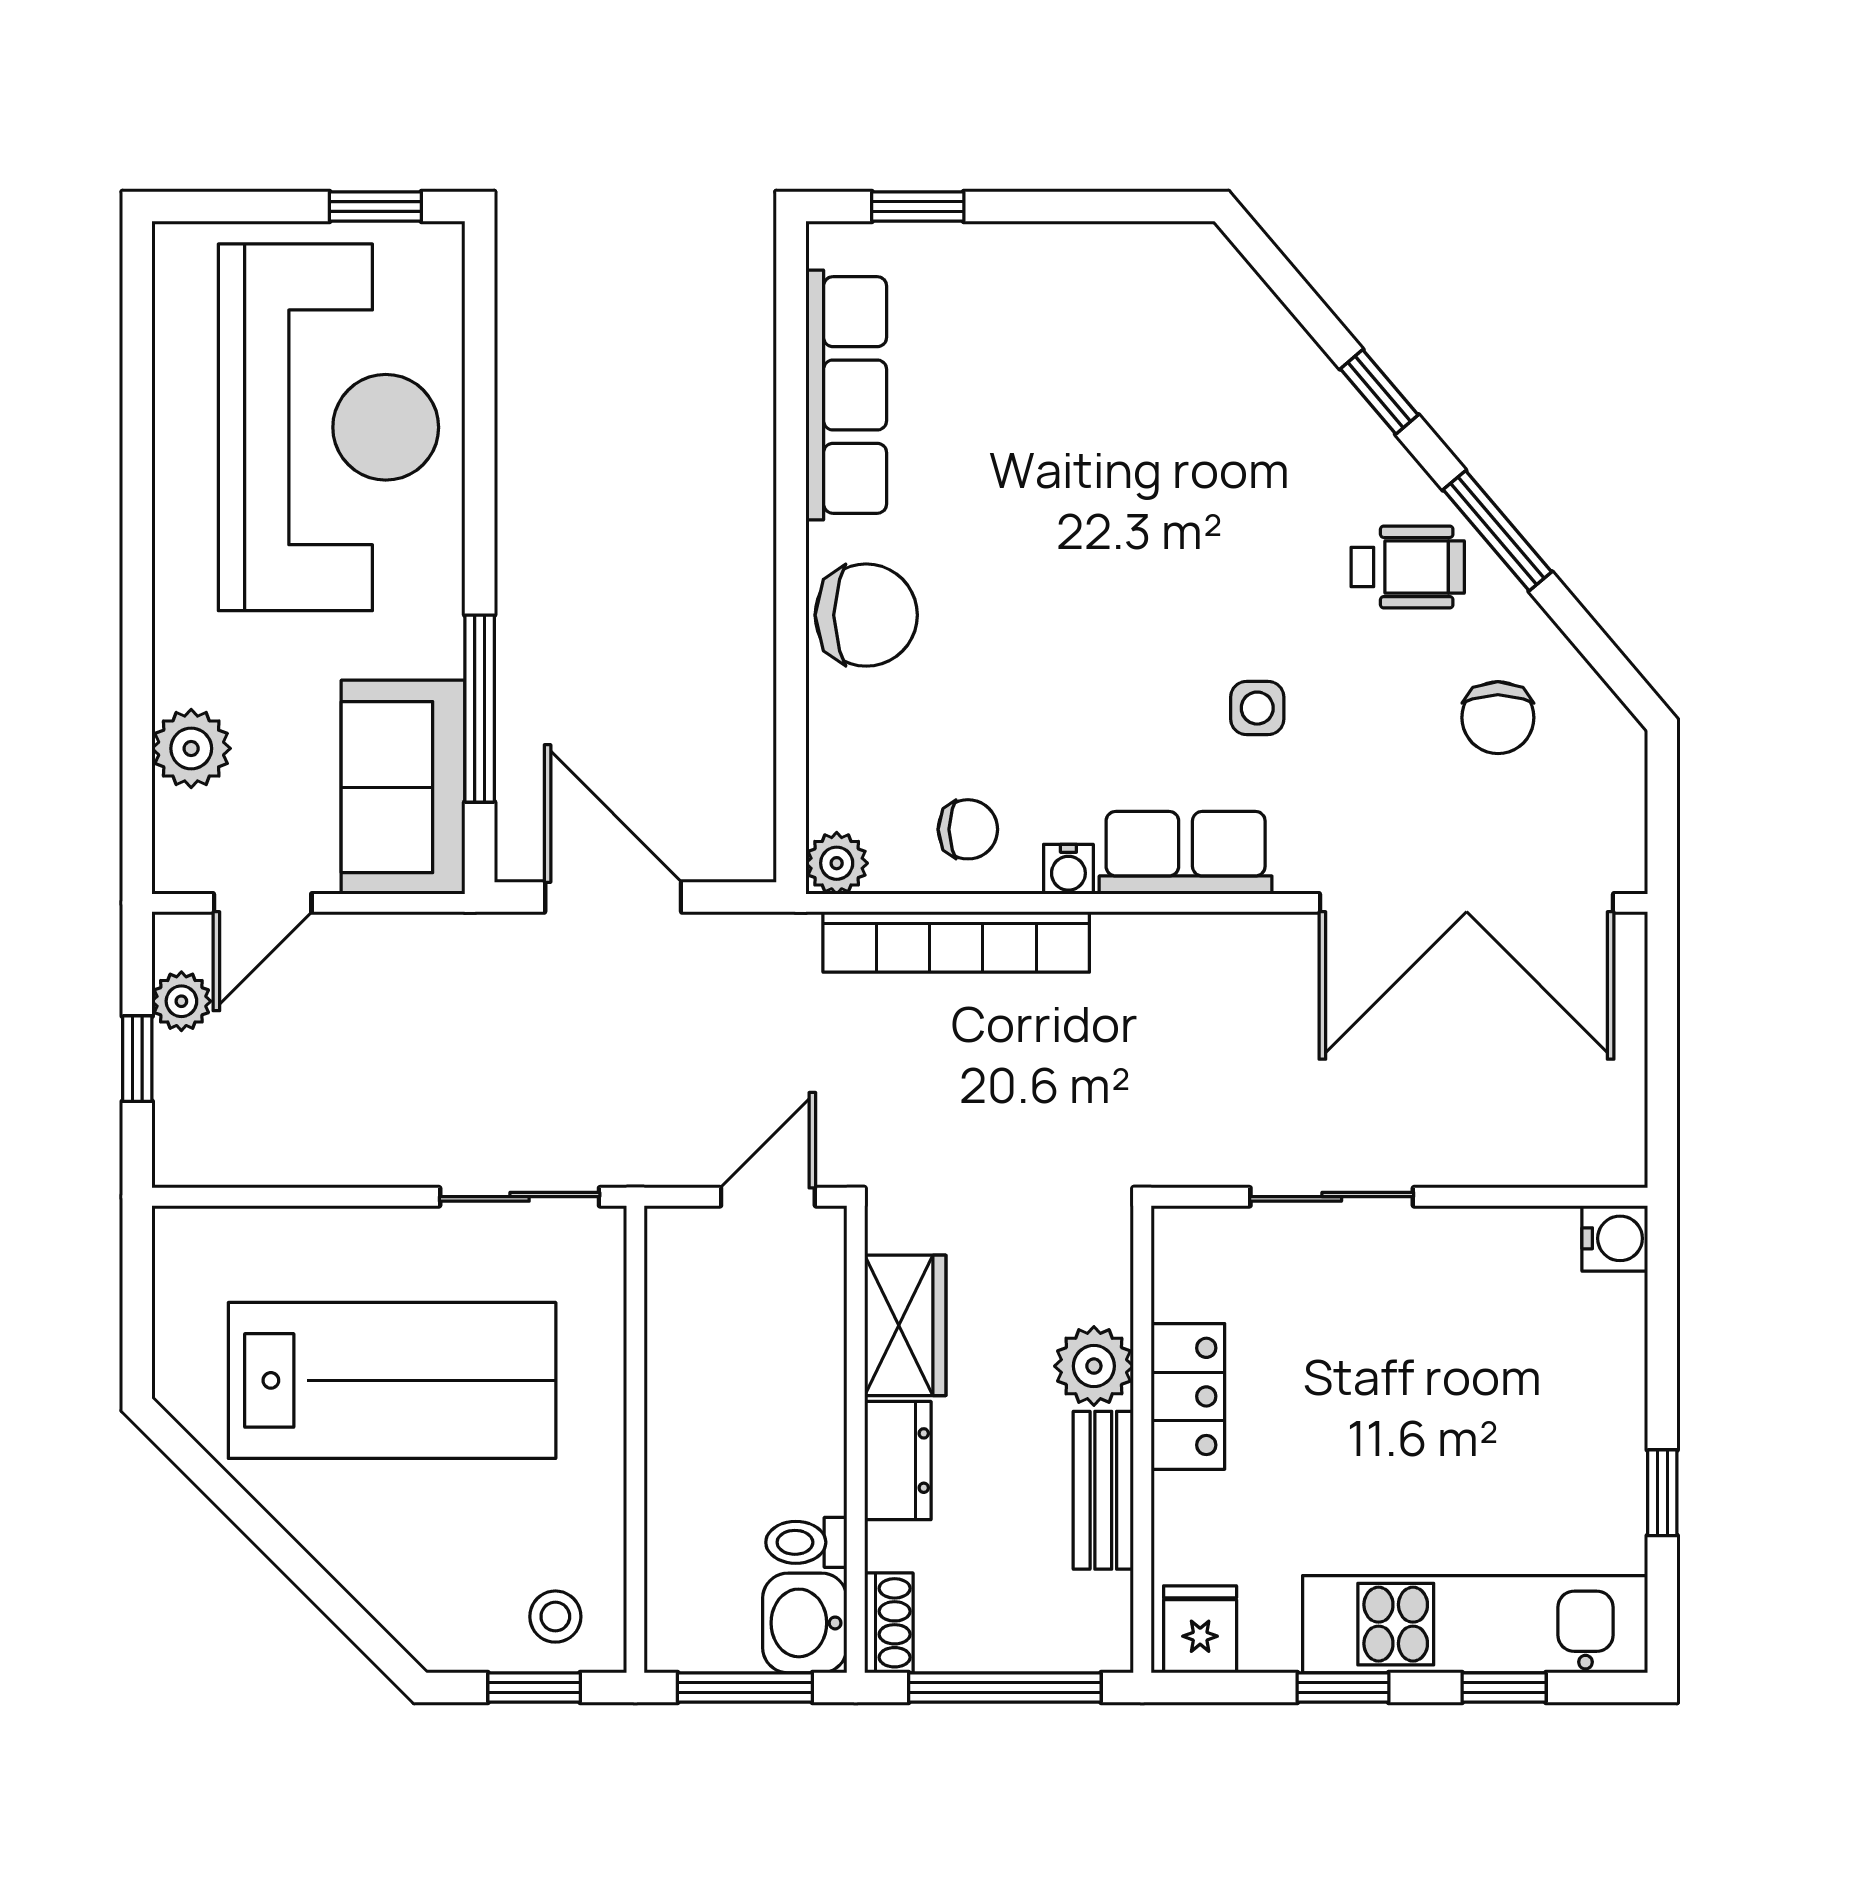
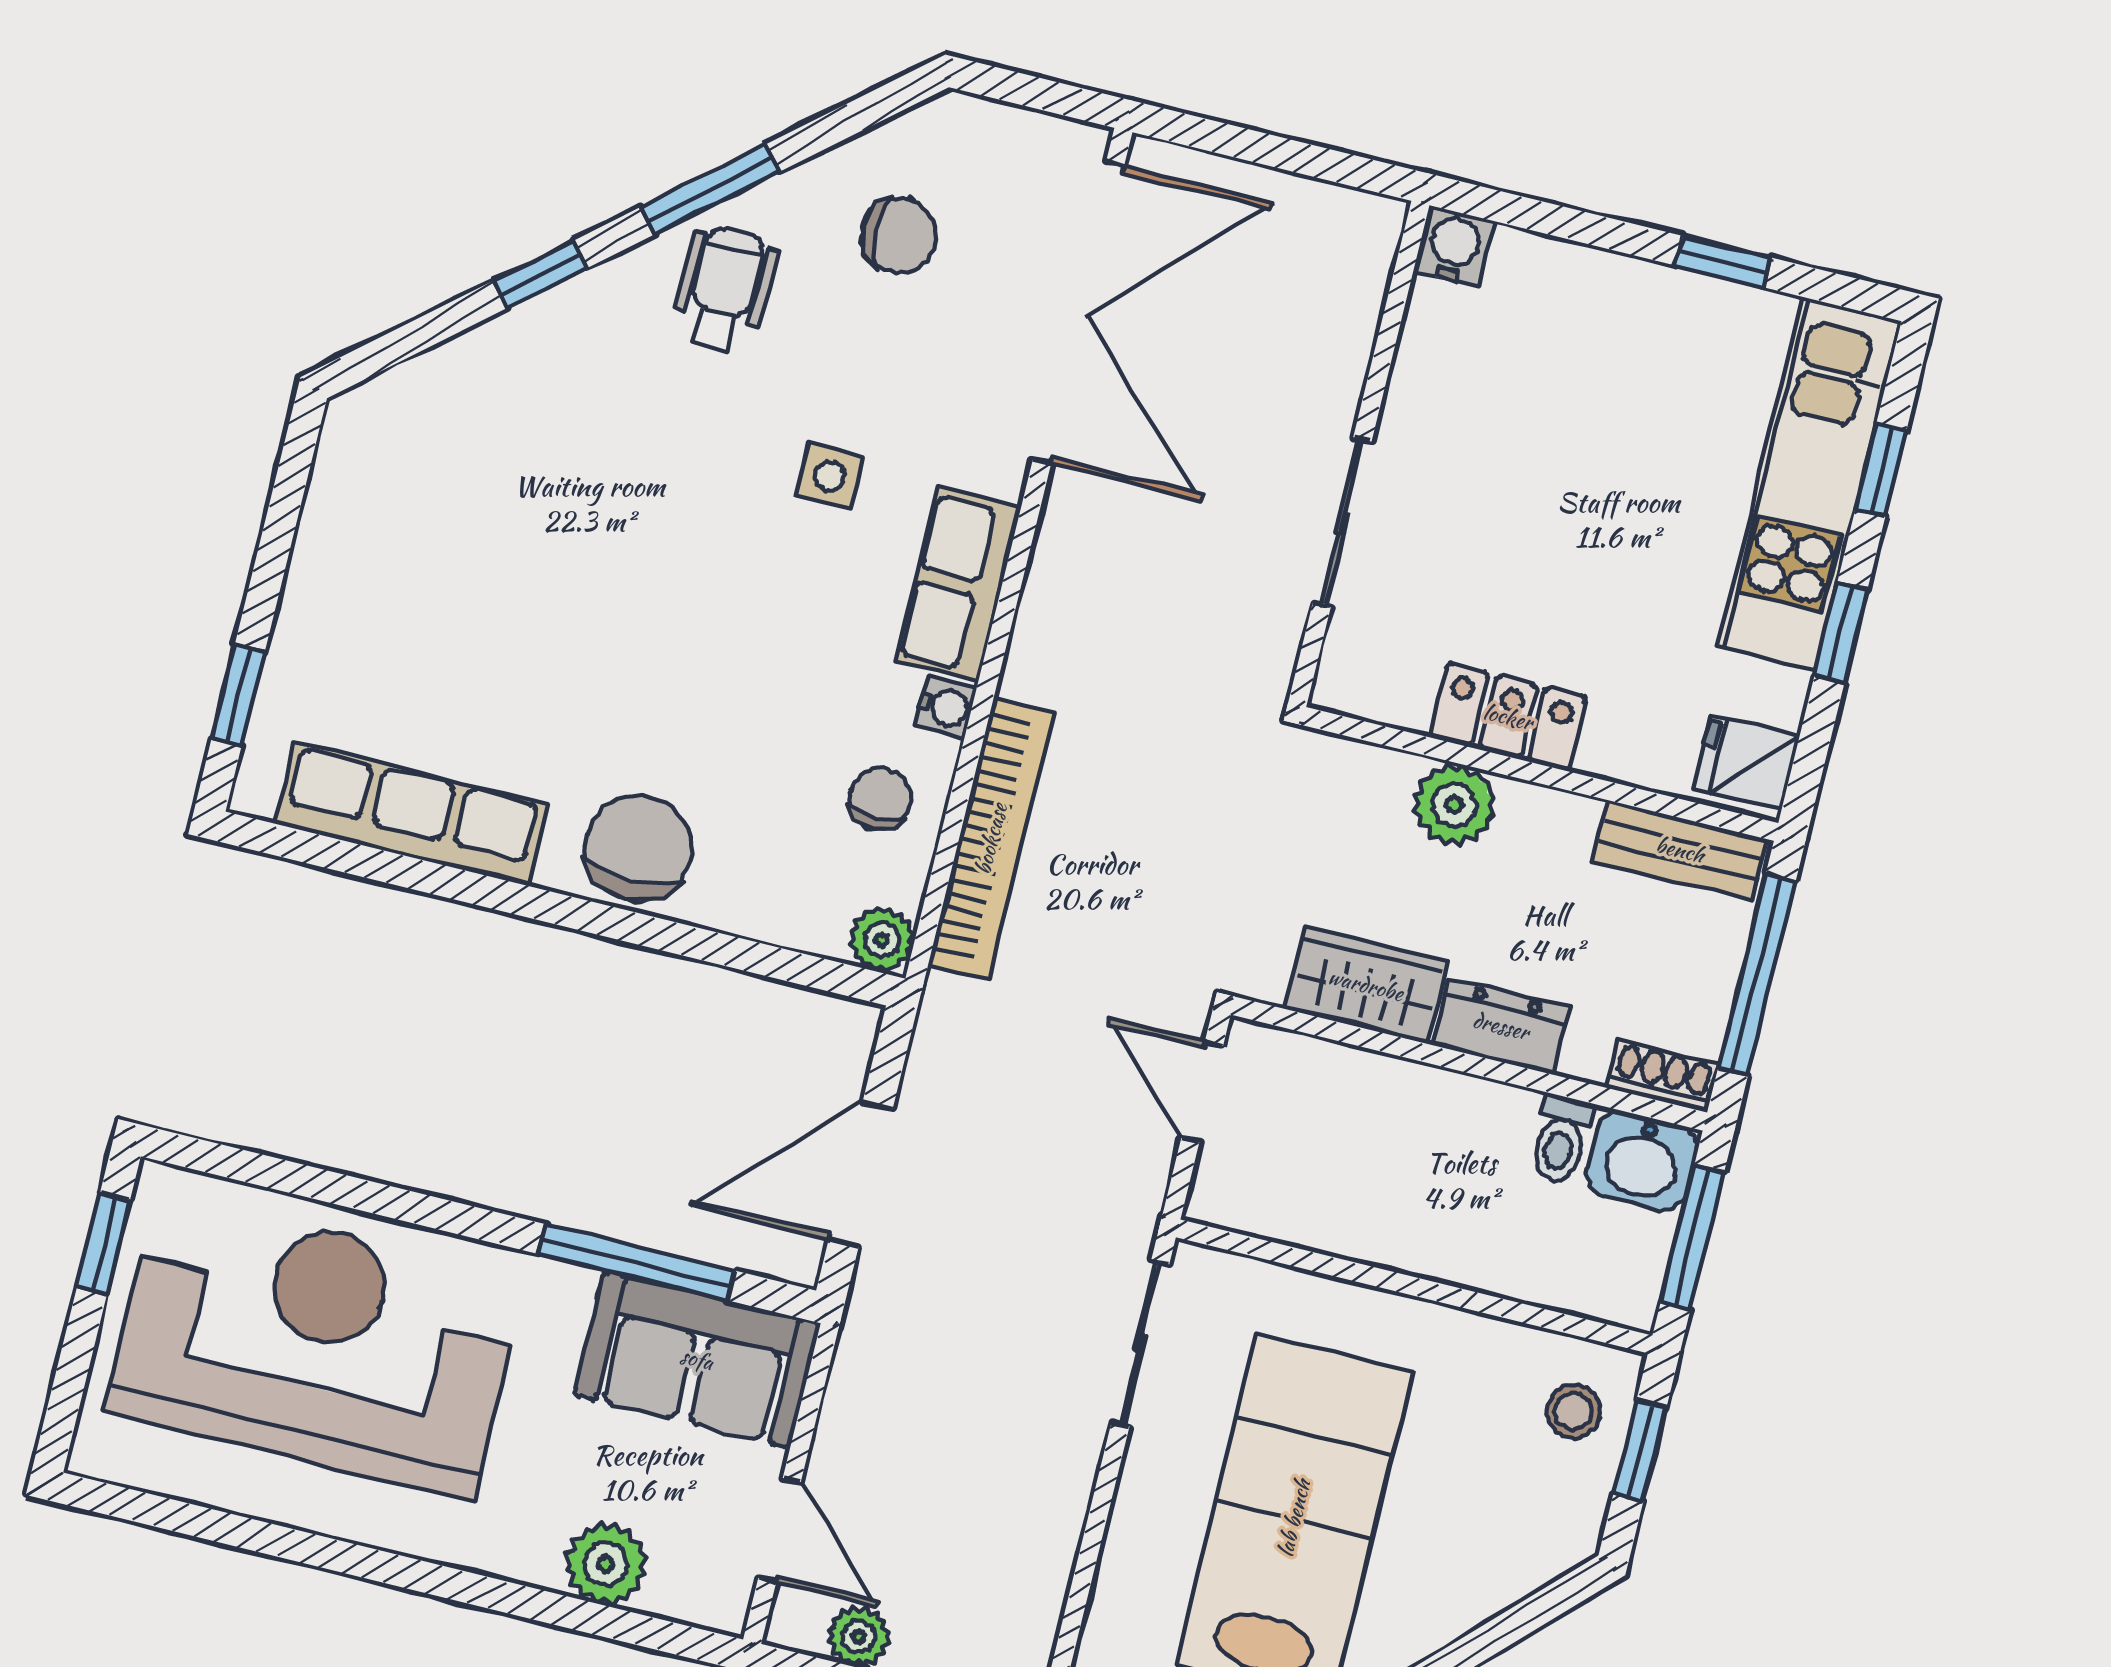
bench: (1103, 1490) -> (1680, 850), moved

